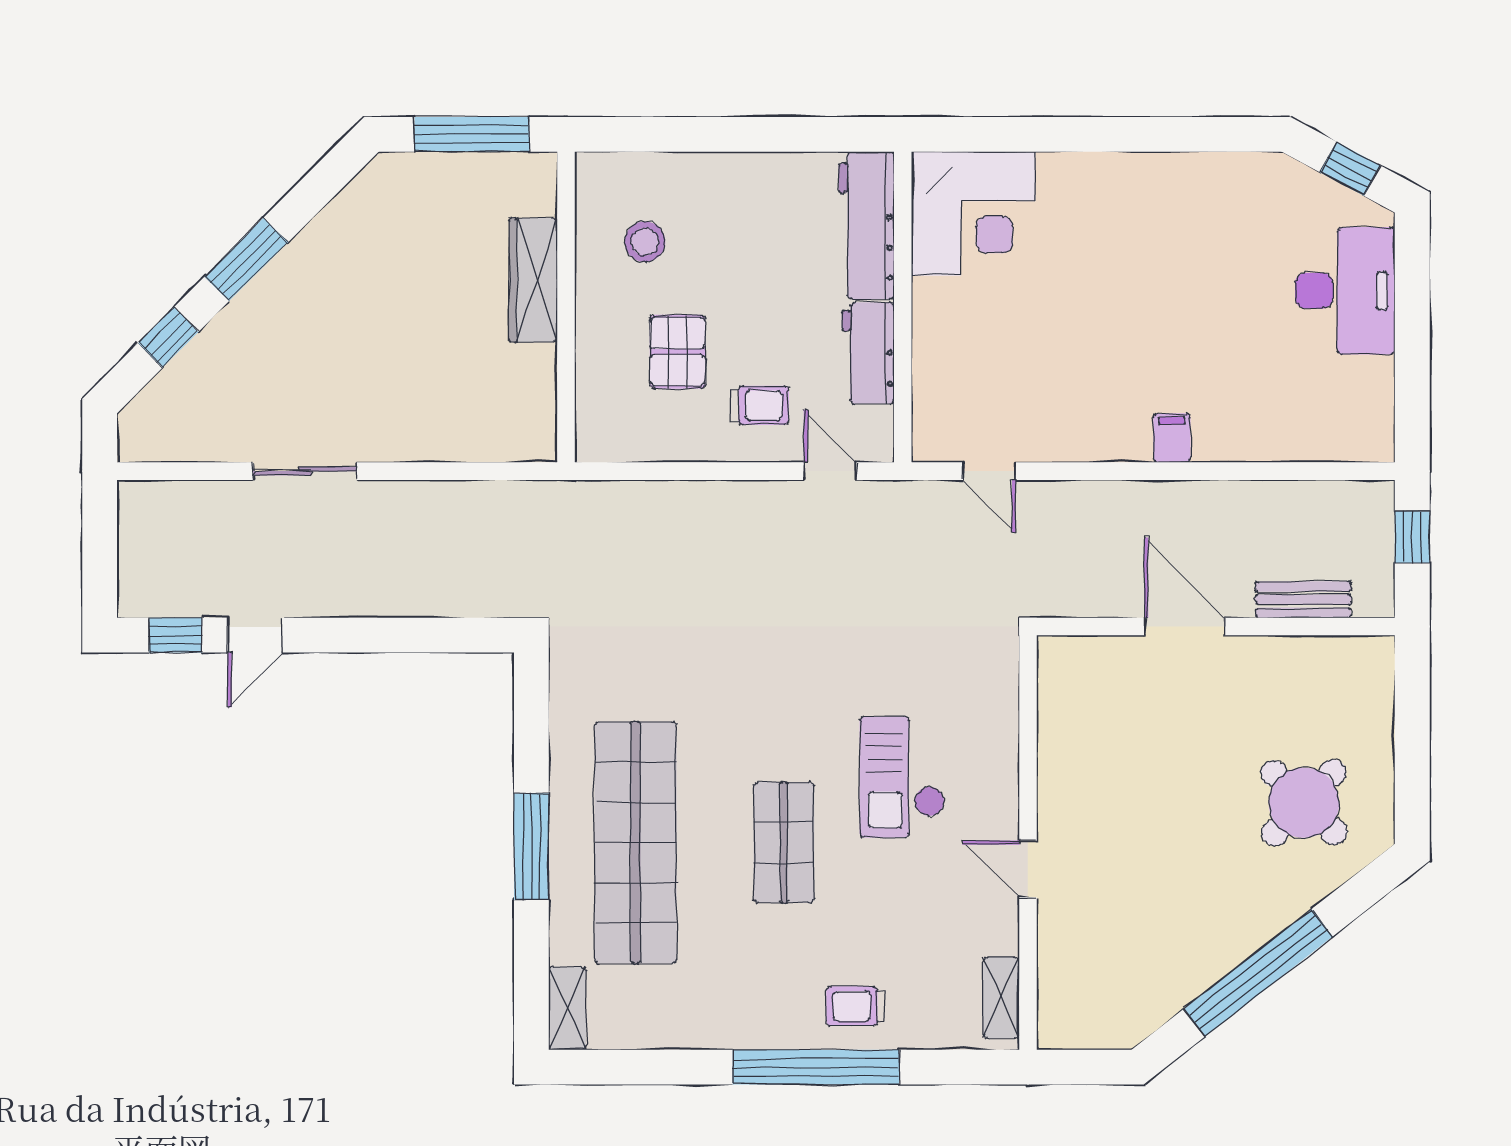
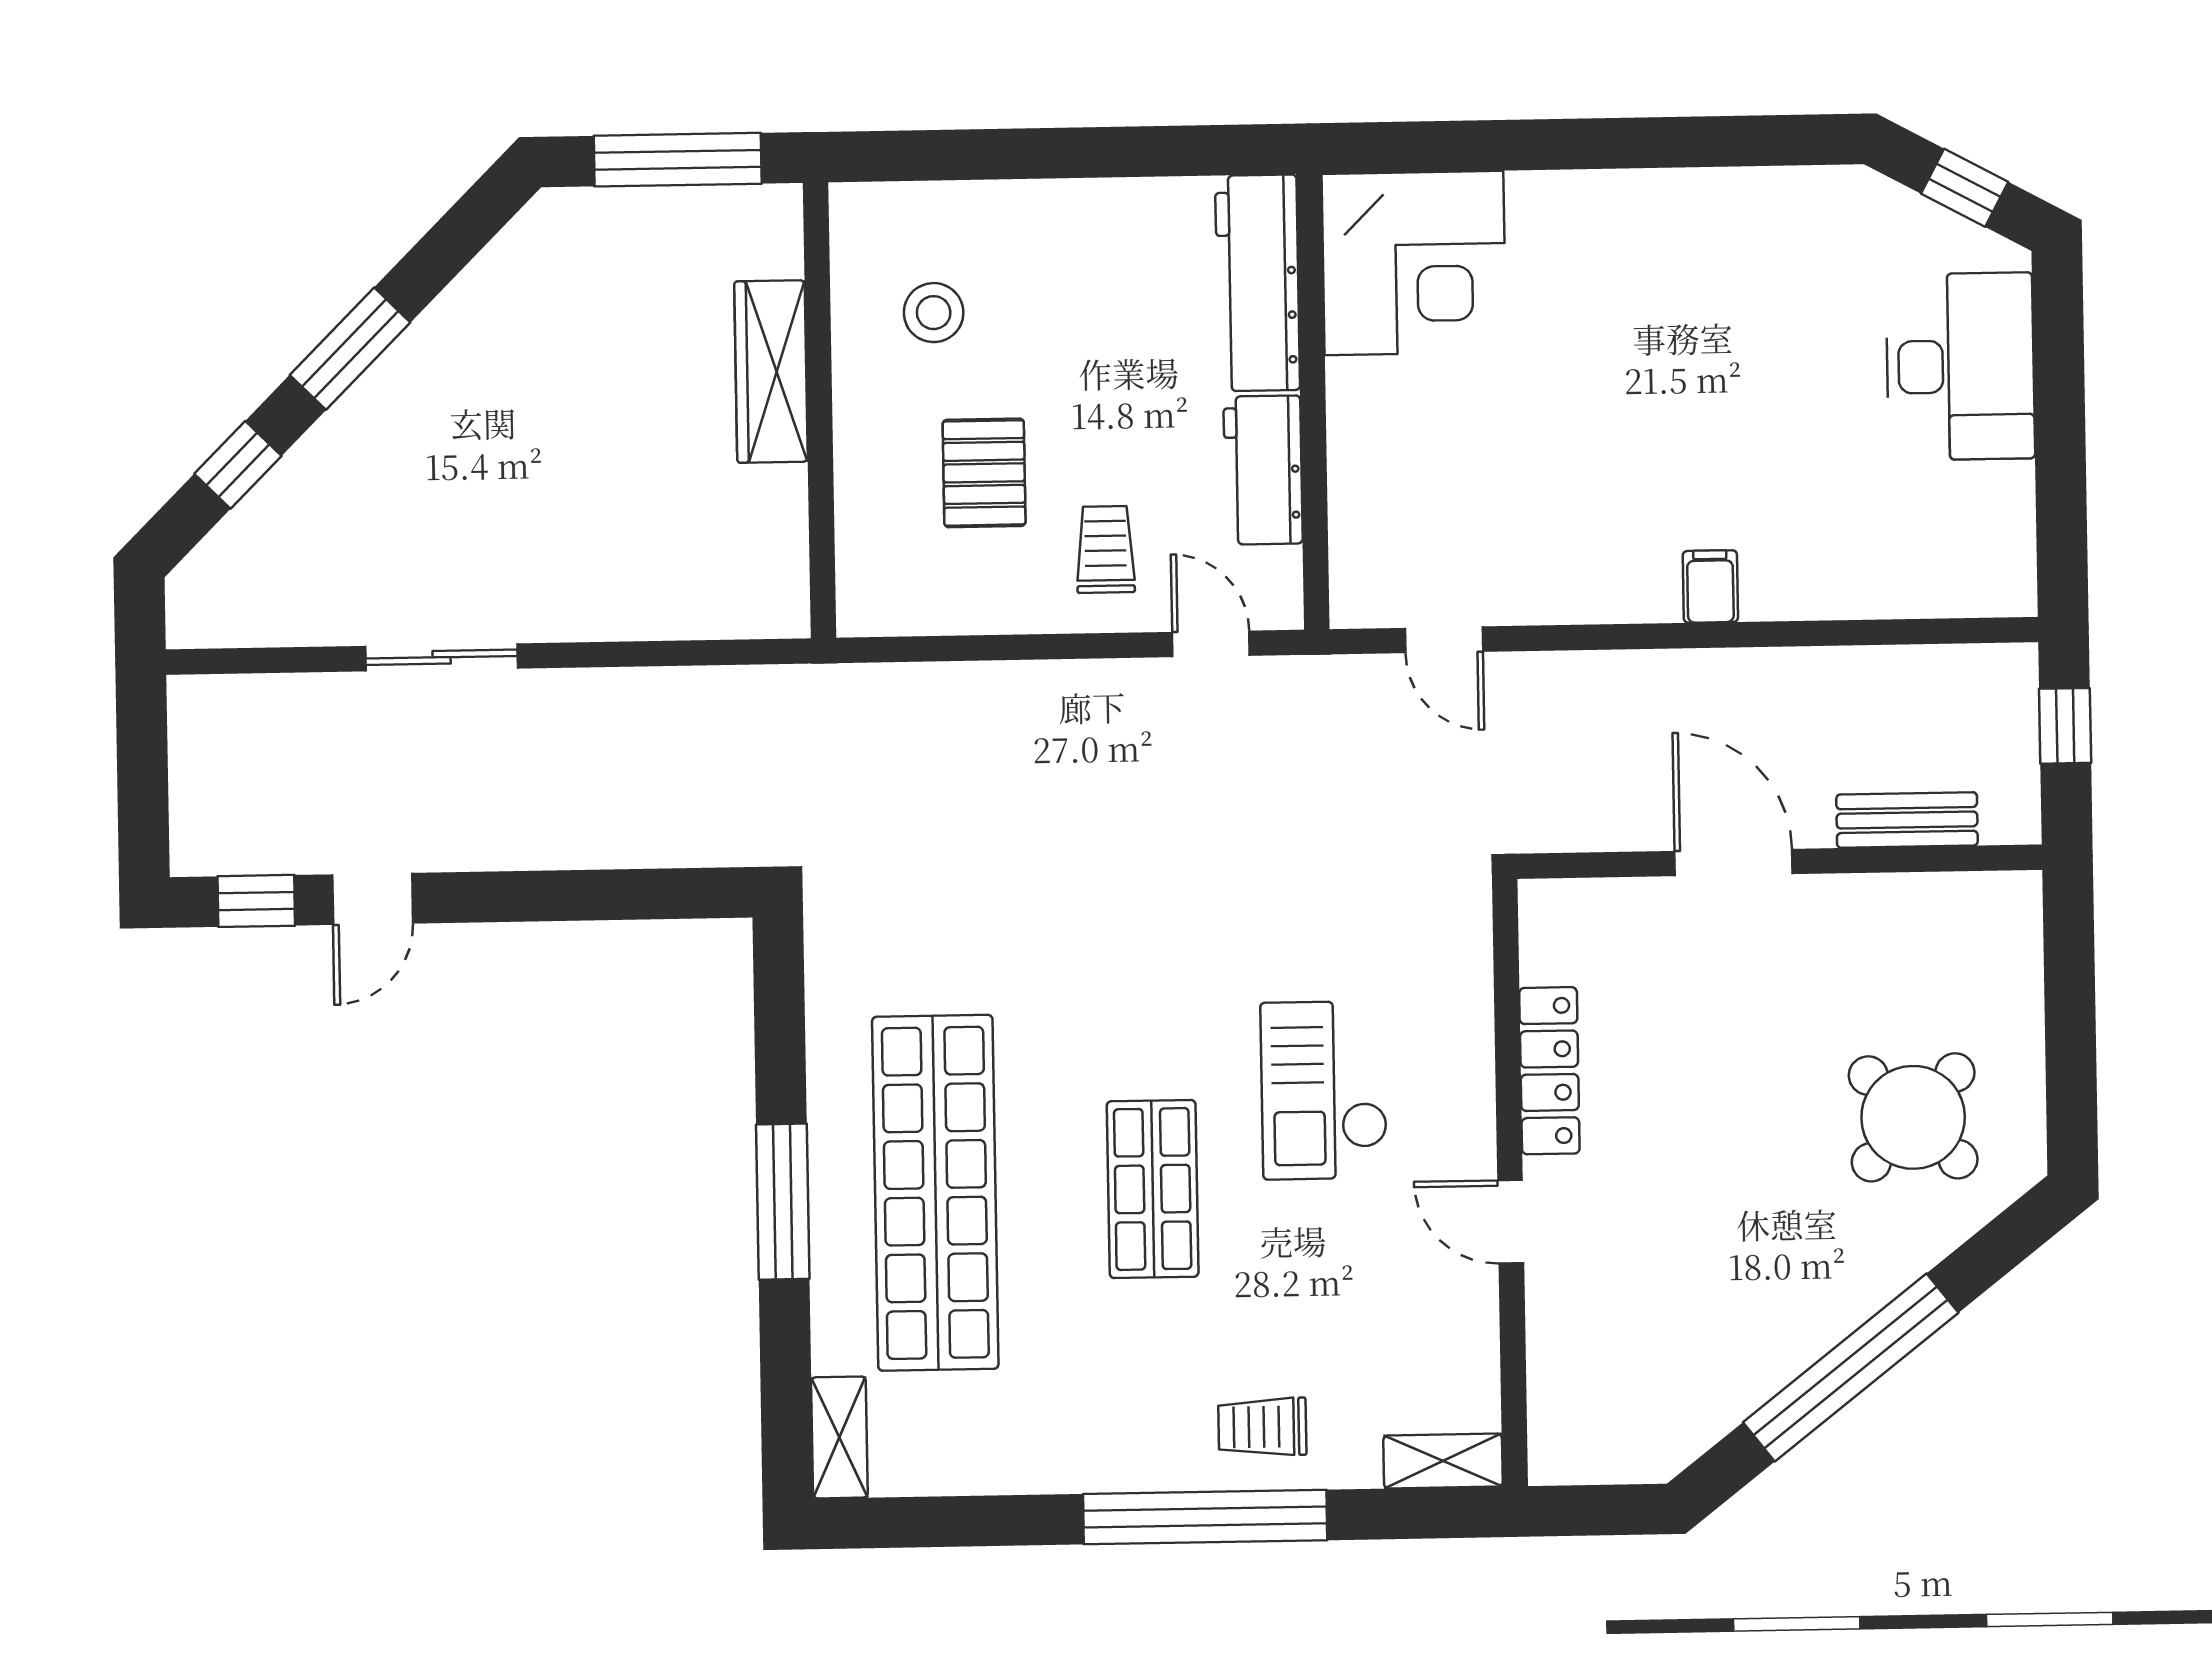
trolley: (759, 405) -> (1106, 549), turned -90
locker: (1056, 766) -> (1549, 1071), added
shelving: (1001, 998) -> (1443, 1461), moved, turned 90

